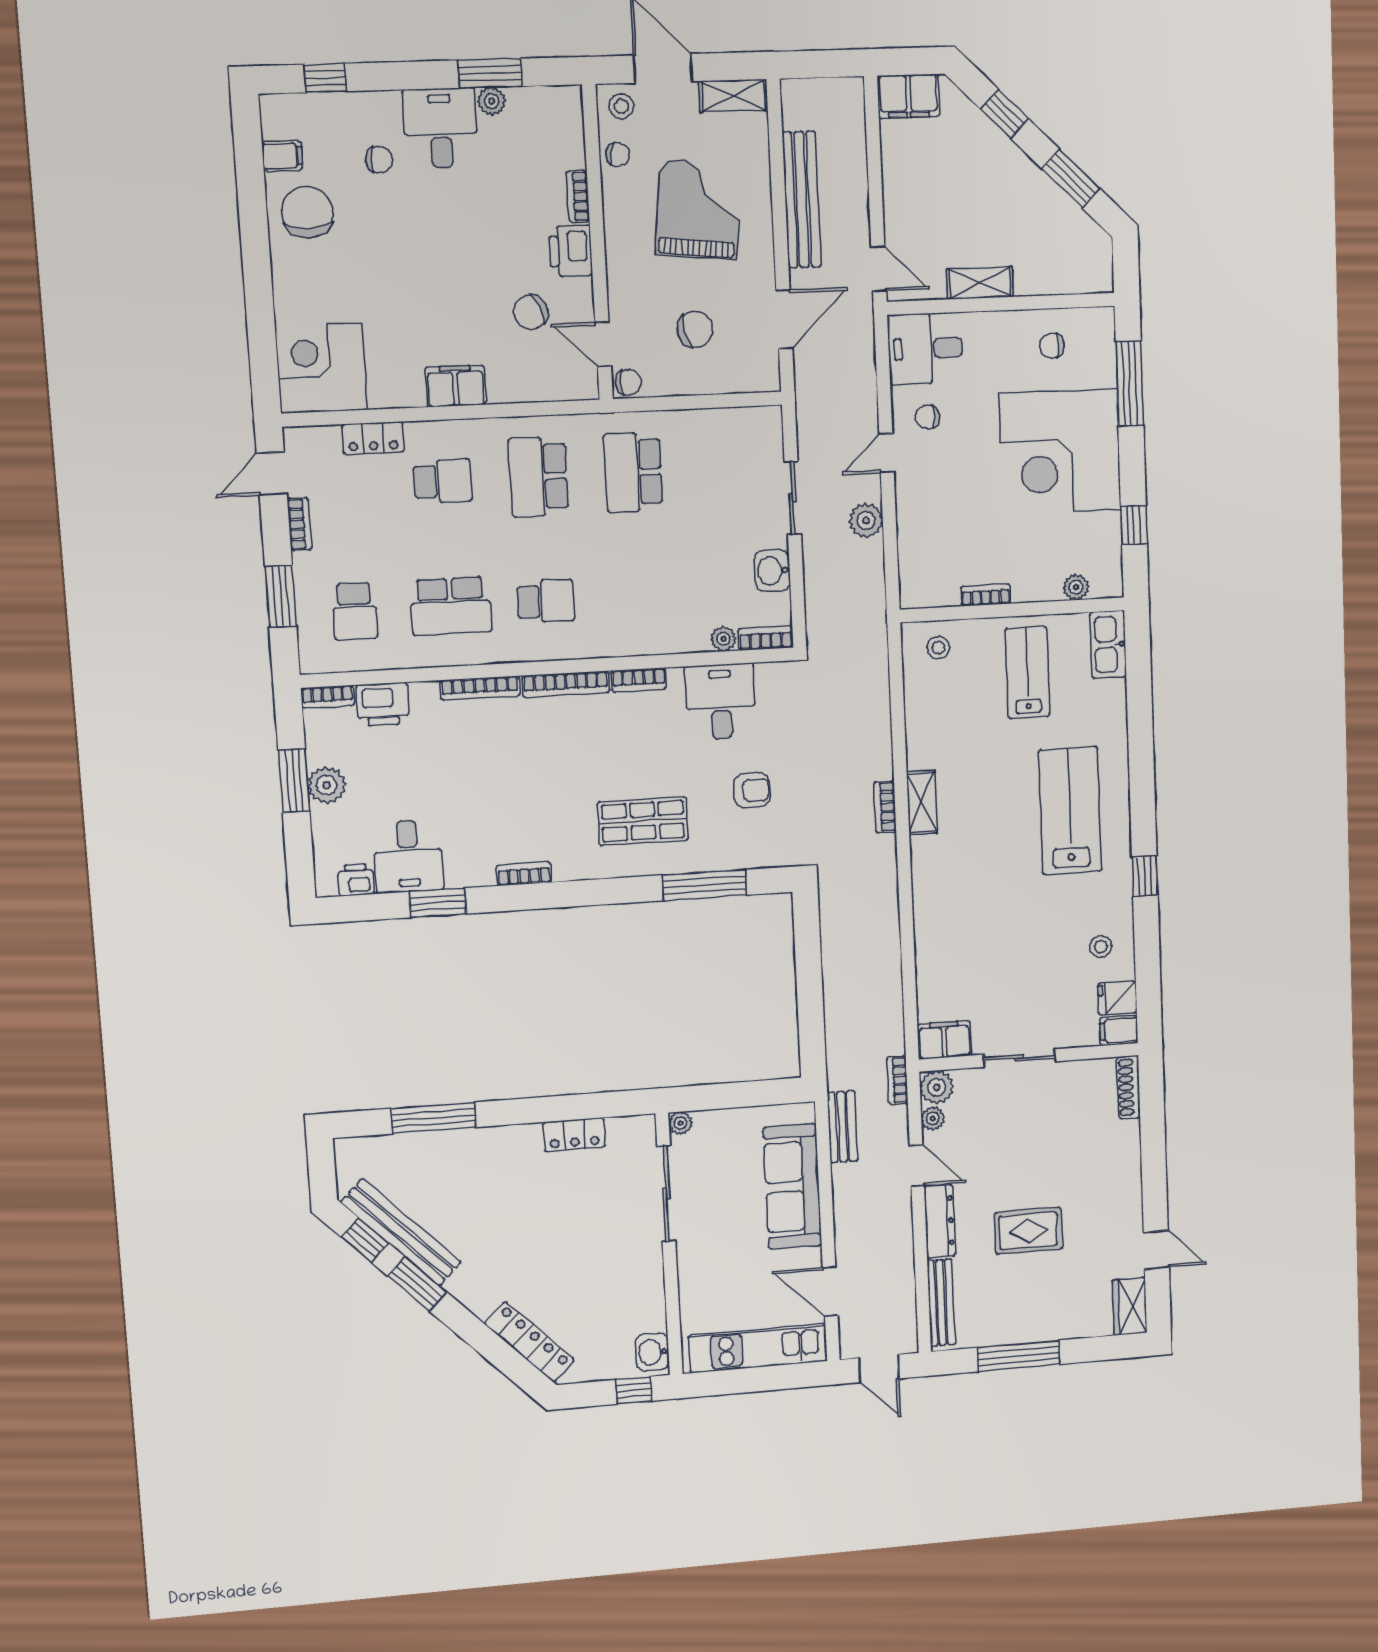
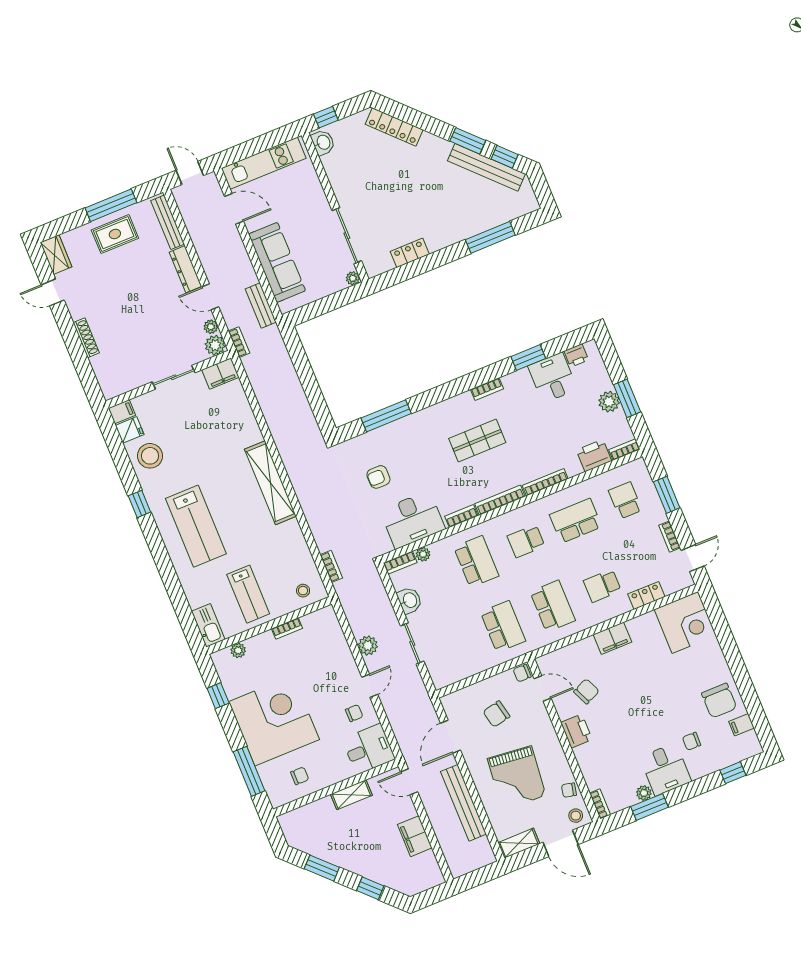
filing cabinet: (908, 96) -> (415, 836), moved, turned -90
bookcase: (578, 197) -> (600, 804), moved
school desk: (640, 596) -> (476, 562), added
desk: (721, 702) -> (413, 520), width x1.37
shelving: (922, 802) -> (270, 483), width x2.20, depth x1.33
bookcase: (885, 807) -> (331, 566), moved
shop shelf: (643, 821) -> (477, 440), moved
stool: (1101, 947) -> (150, 456), width x1.89, depth x1.89
shoe rack: (1129, 1087) -> (86, 338), moved
rug: (1028, 1231) -> (115, 234), moved

